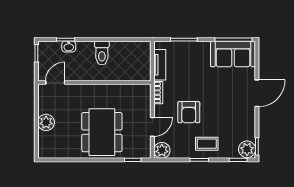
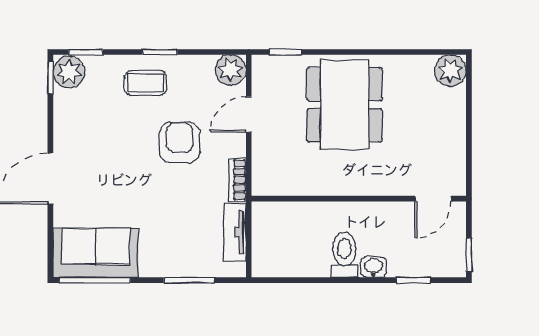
washbasin: (69, 47) -> (373, 267), moved
plant: (46, 122) -> (450, 70), moved

